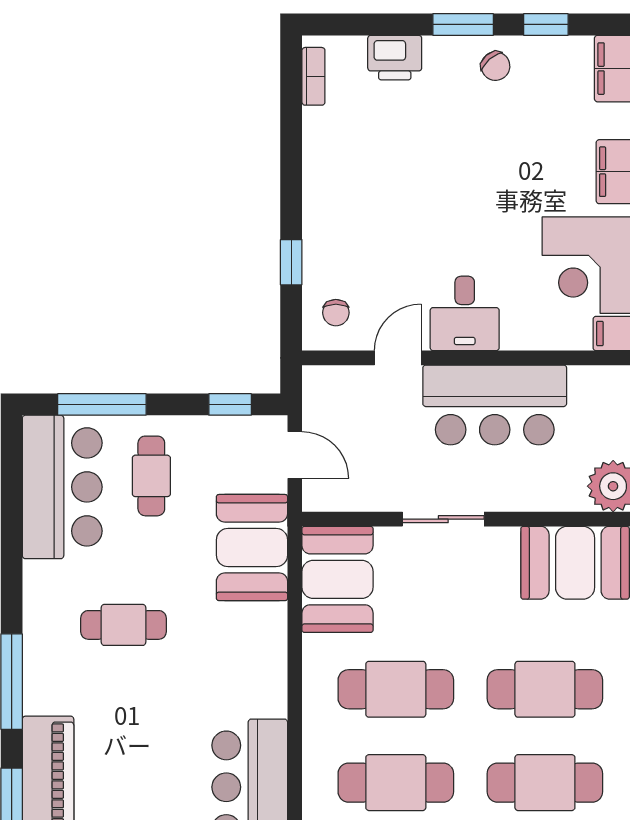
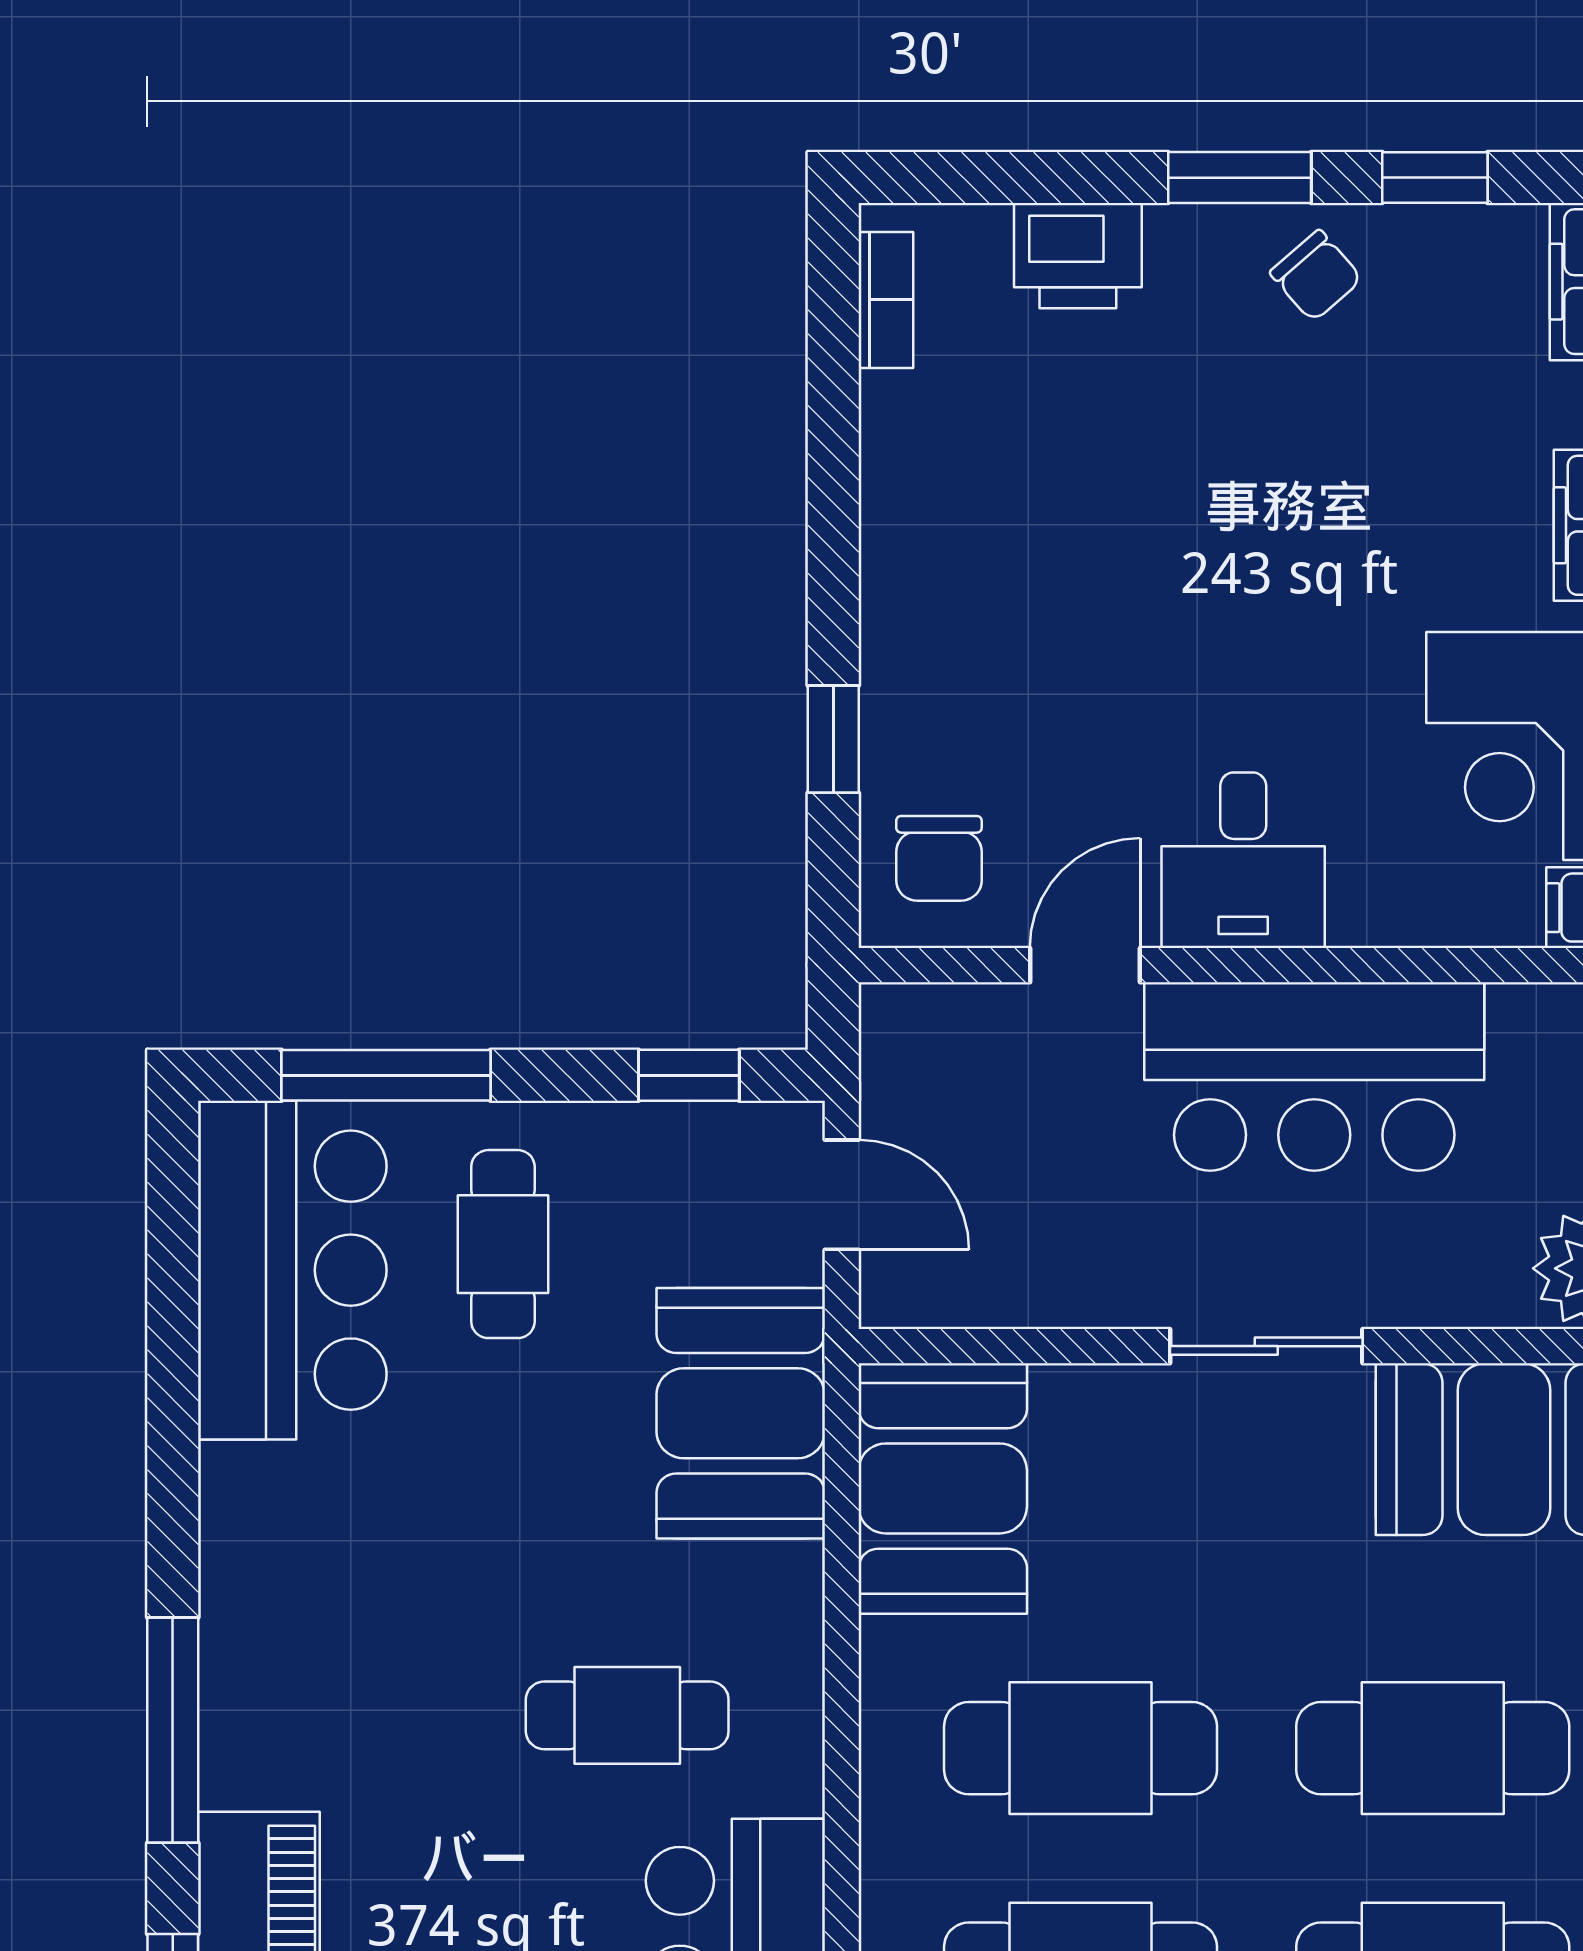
chair: (336, 313) -> (939, 858), width x1.37, depth x1.37
sliding door: (443, 519) -> (1266, 1346), moved
cafe table: (123, 625) -> (627, 1715), moved

